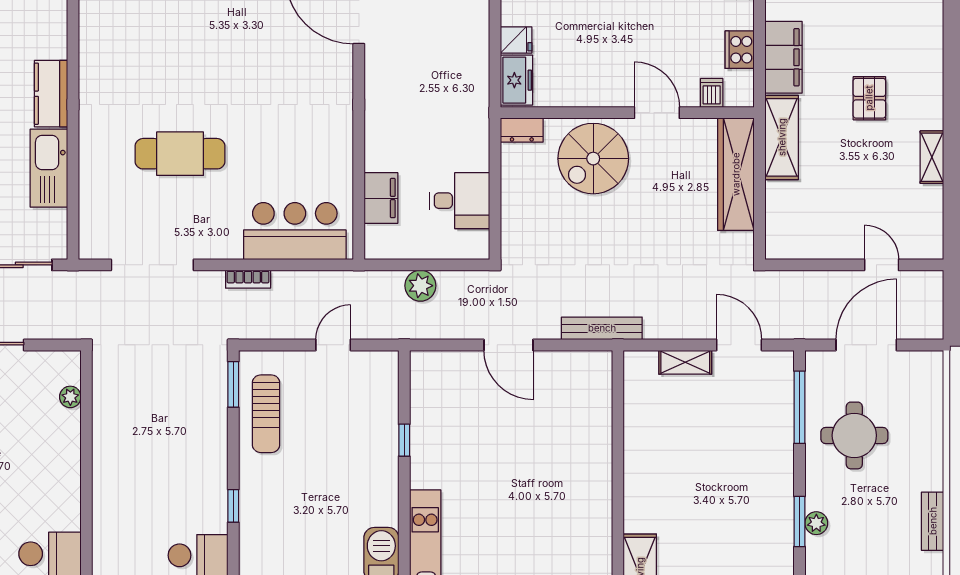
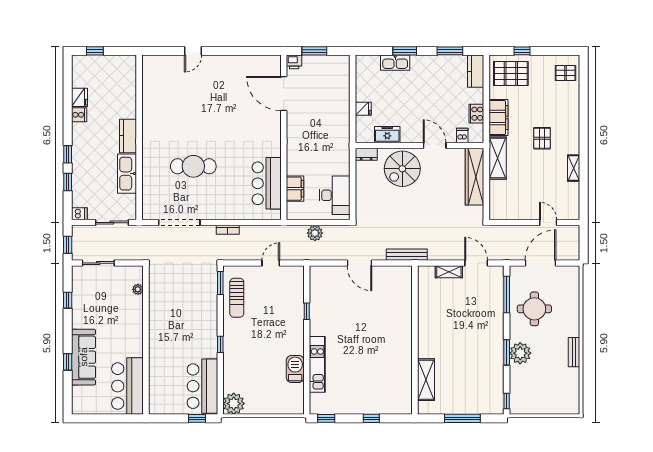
freezer: (517, 80) -> (387, 135), moved, turned -90
desk: (460, 201) -> (335, 195), width x1.37
bar counter: (295, 231) -> (267, 183), moved, turned -90
plant: (816, 523) -> (520, 353), width x1.87, depth x1.87

